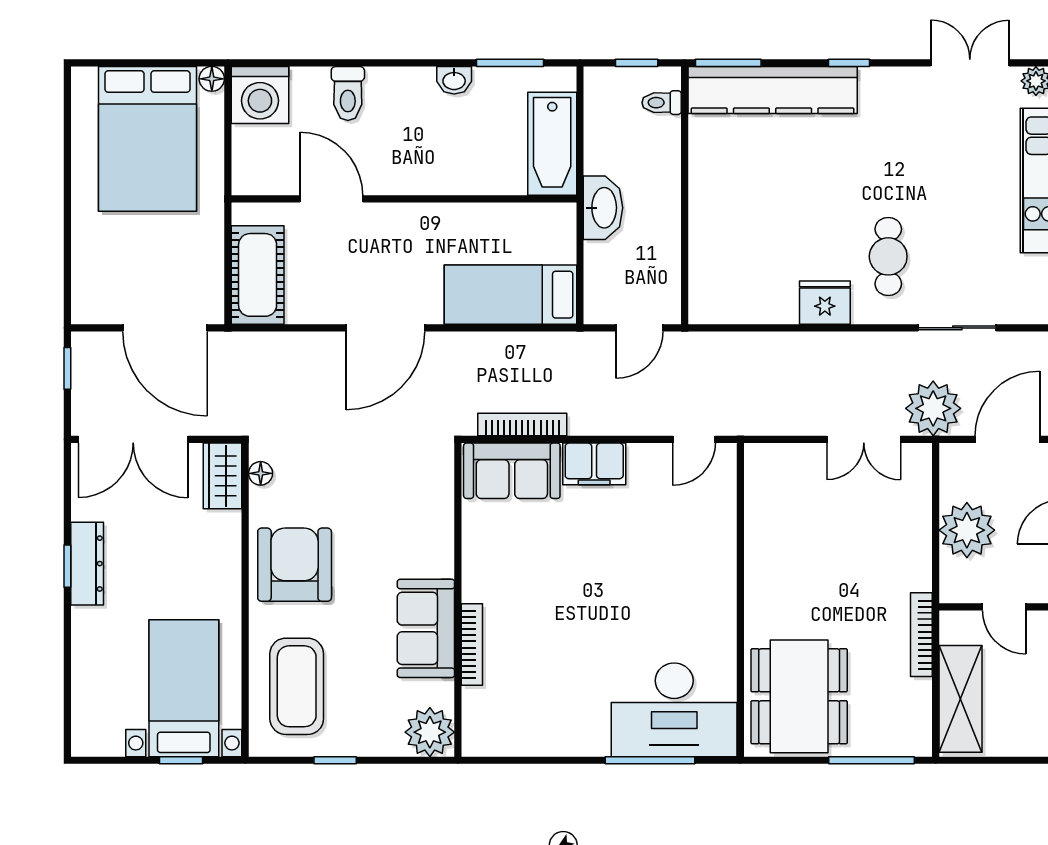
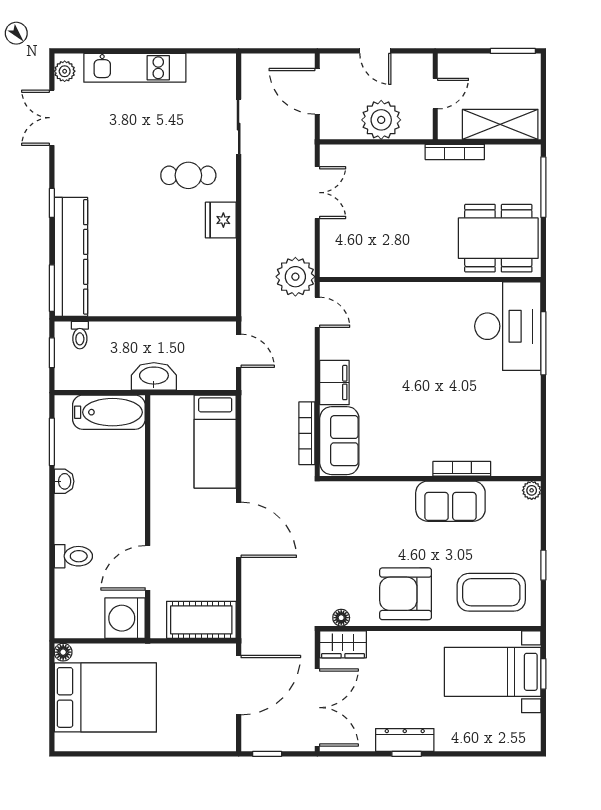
washing machine: (260, 95) -> (125, 618), moved, turned 180
plant: (933, 408) -> (295, 277), moved
plant: (430, 732) -> (532, 490), width x0.53, depth x0.53

